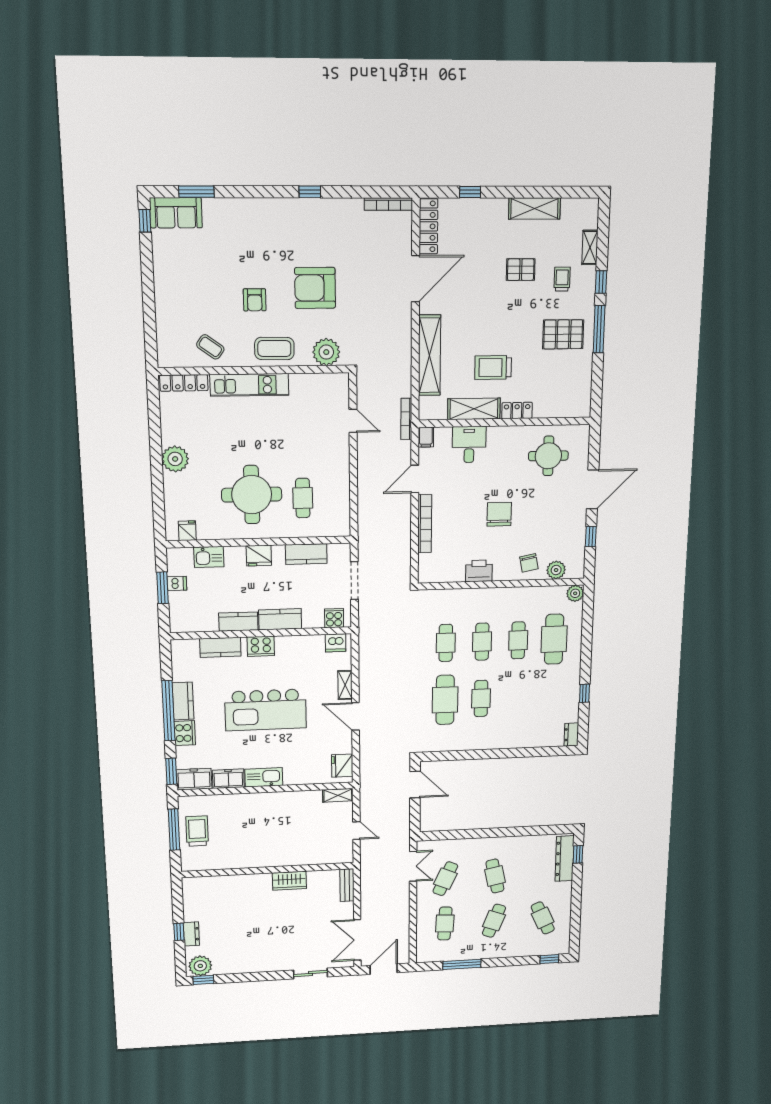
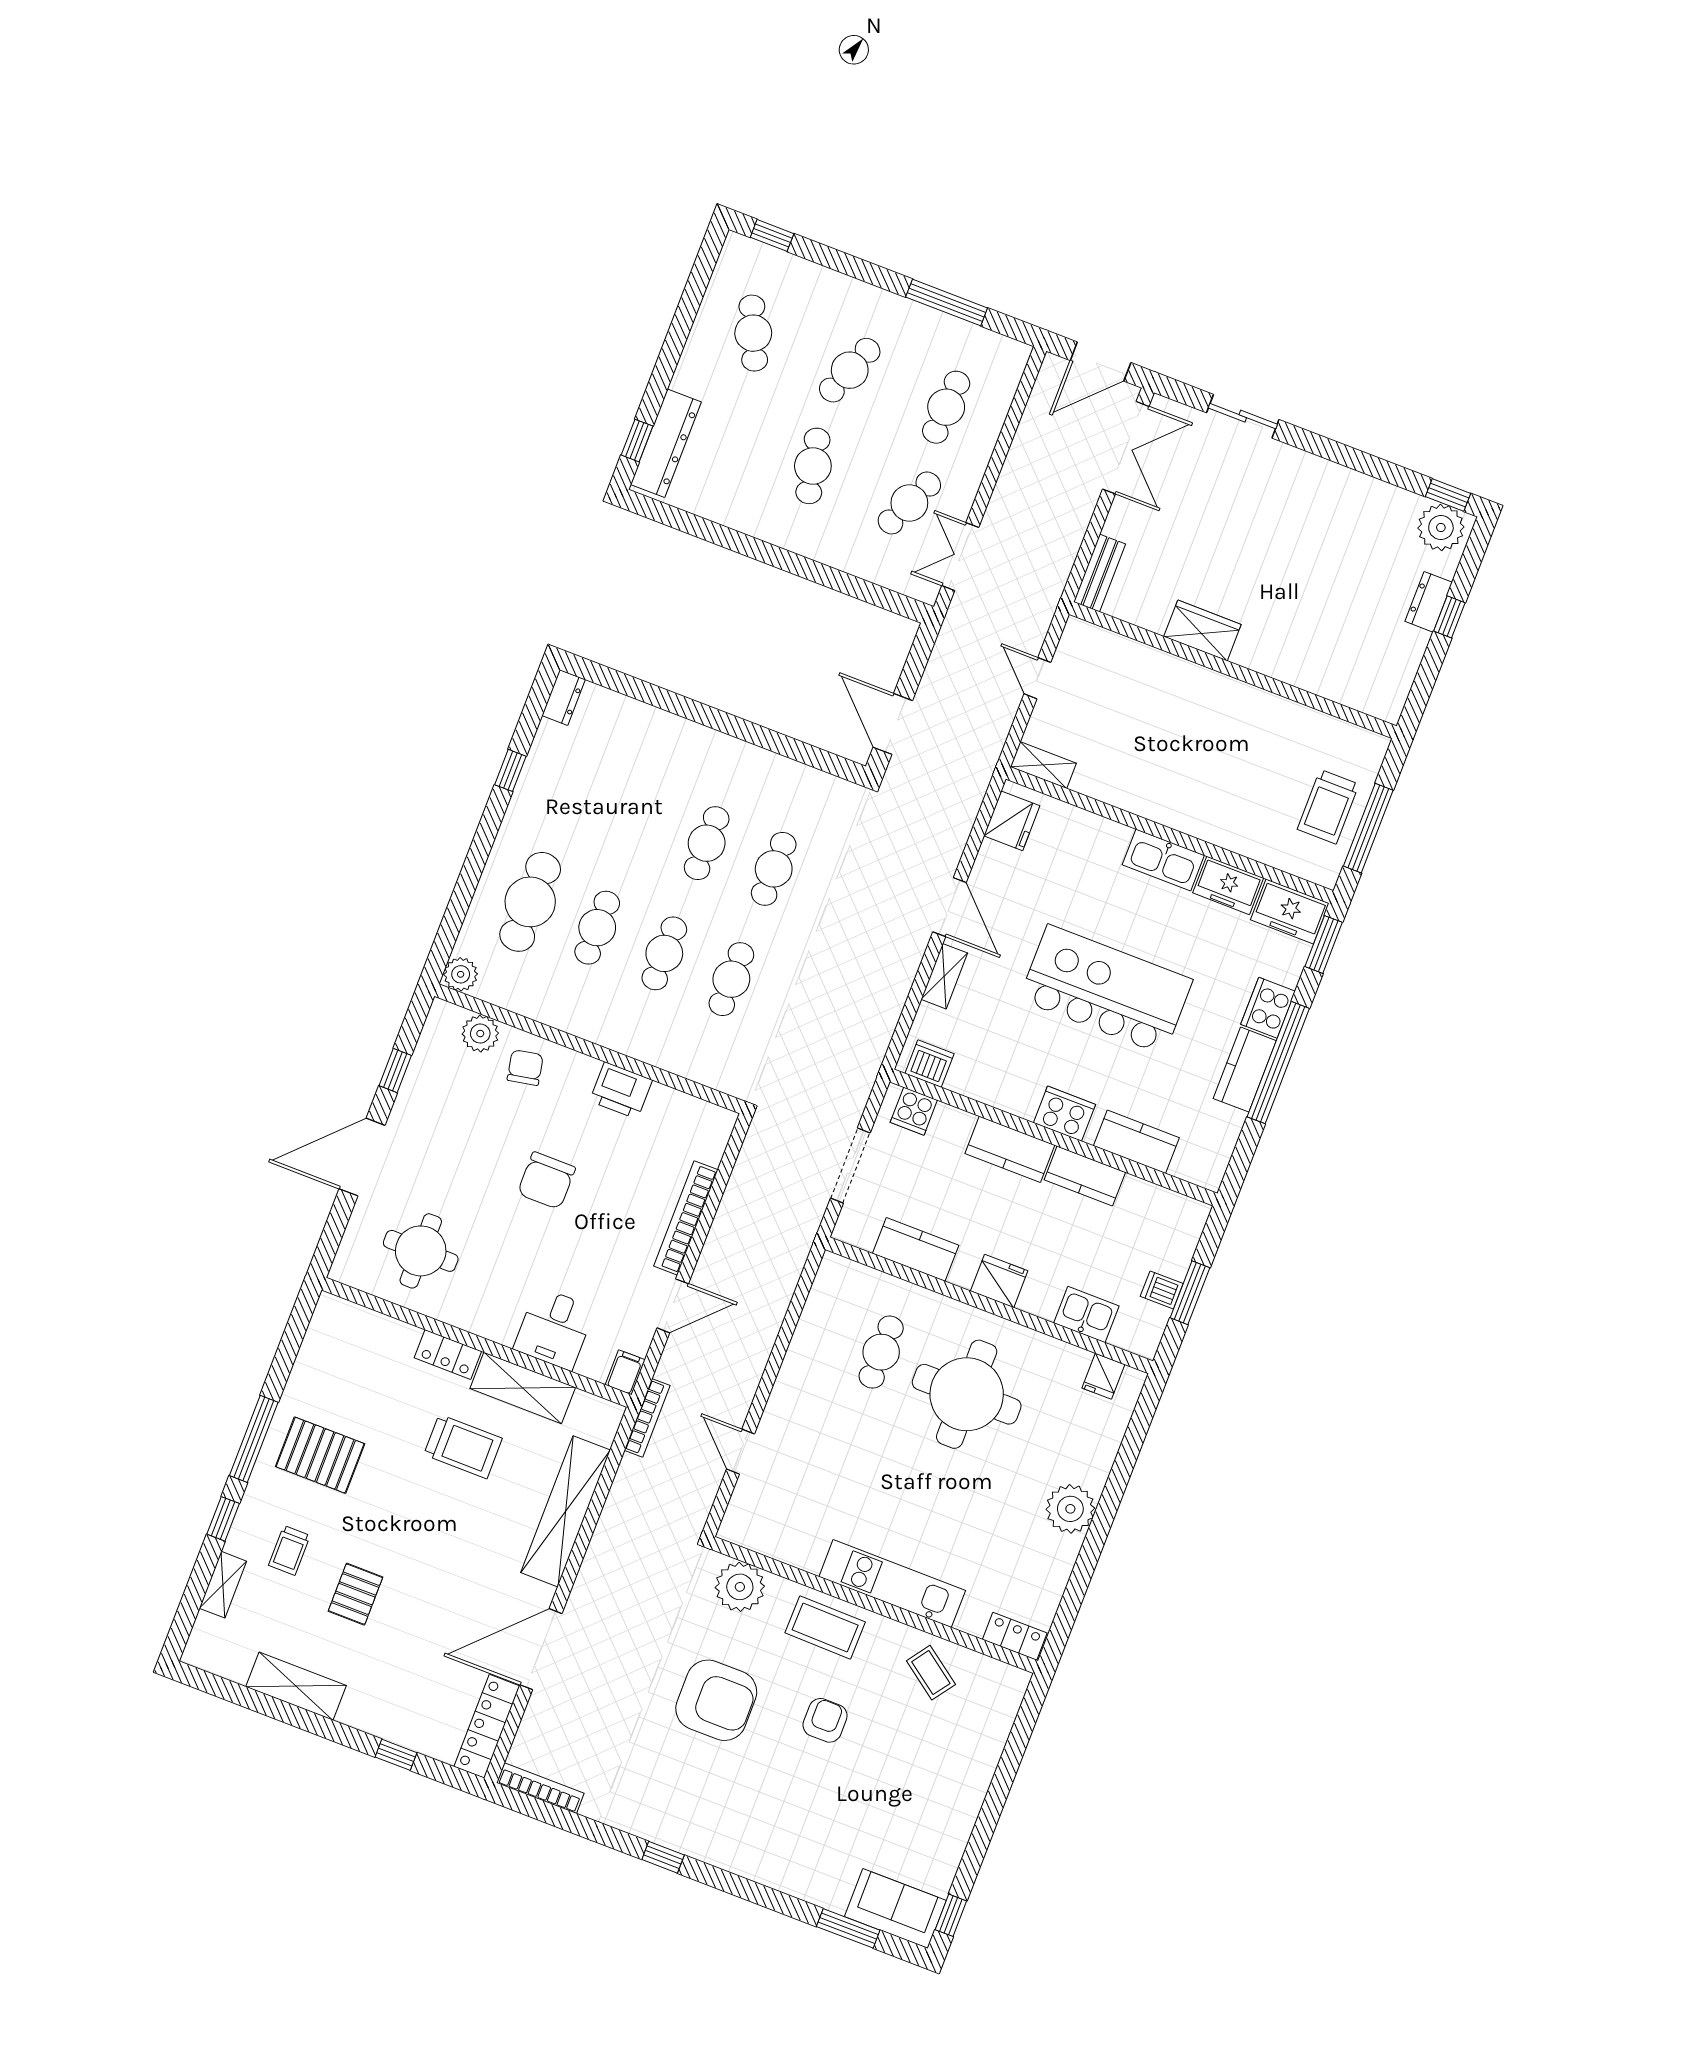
pallet: (521, 270) -> (355, 1594), turned 90
locker: (184, 383) -> (1015, 1636), width x0.66
cafe table: (445, 700) -> (774, 869), width x0.73, depth x0.74

